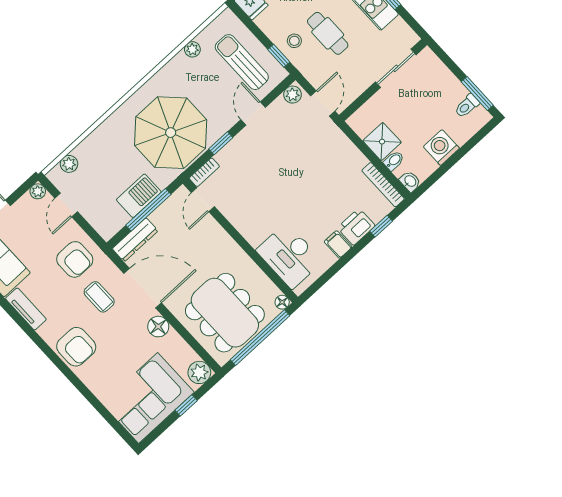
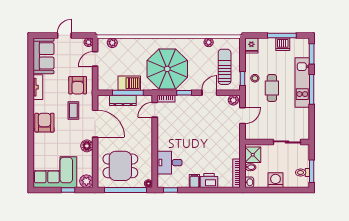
sliding door: (396, 68) -> (287, 142), moved
wall: (383, 80) -> (277, 142), moved
window: (381, 226) -> (170, 190), moved
dresser: (135, 240) -> (123, 100), moved
desk: (289, 256) -> (170, 163), width x0.73
dining table: (225, 313) -> (120, 166), width x0.73
armchair: (76, 347) -> (44, 123), turned 180

